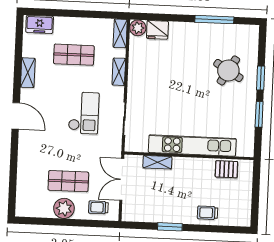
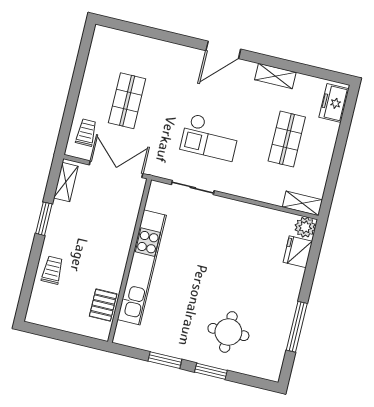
round table: (228, 70) -> (228, 332), turned -31
shelving: (119, 72) -> (254, 192), removed
shelving: (157, 162) -> (66, 182), moved
plant: (64, 208) -> (93, 88), removed

